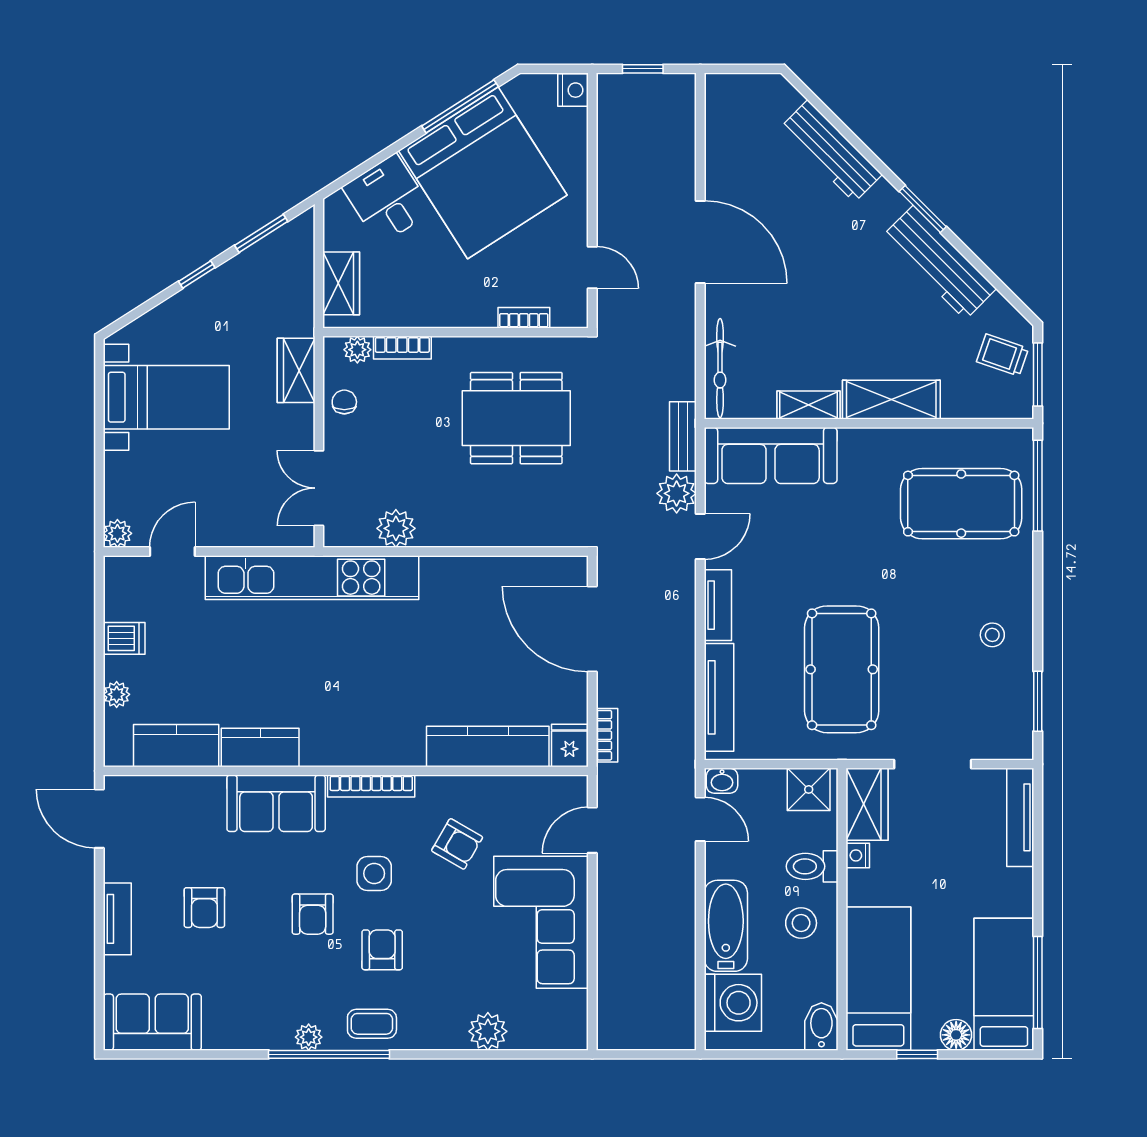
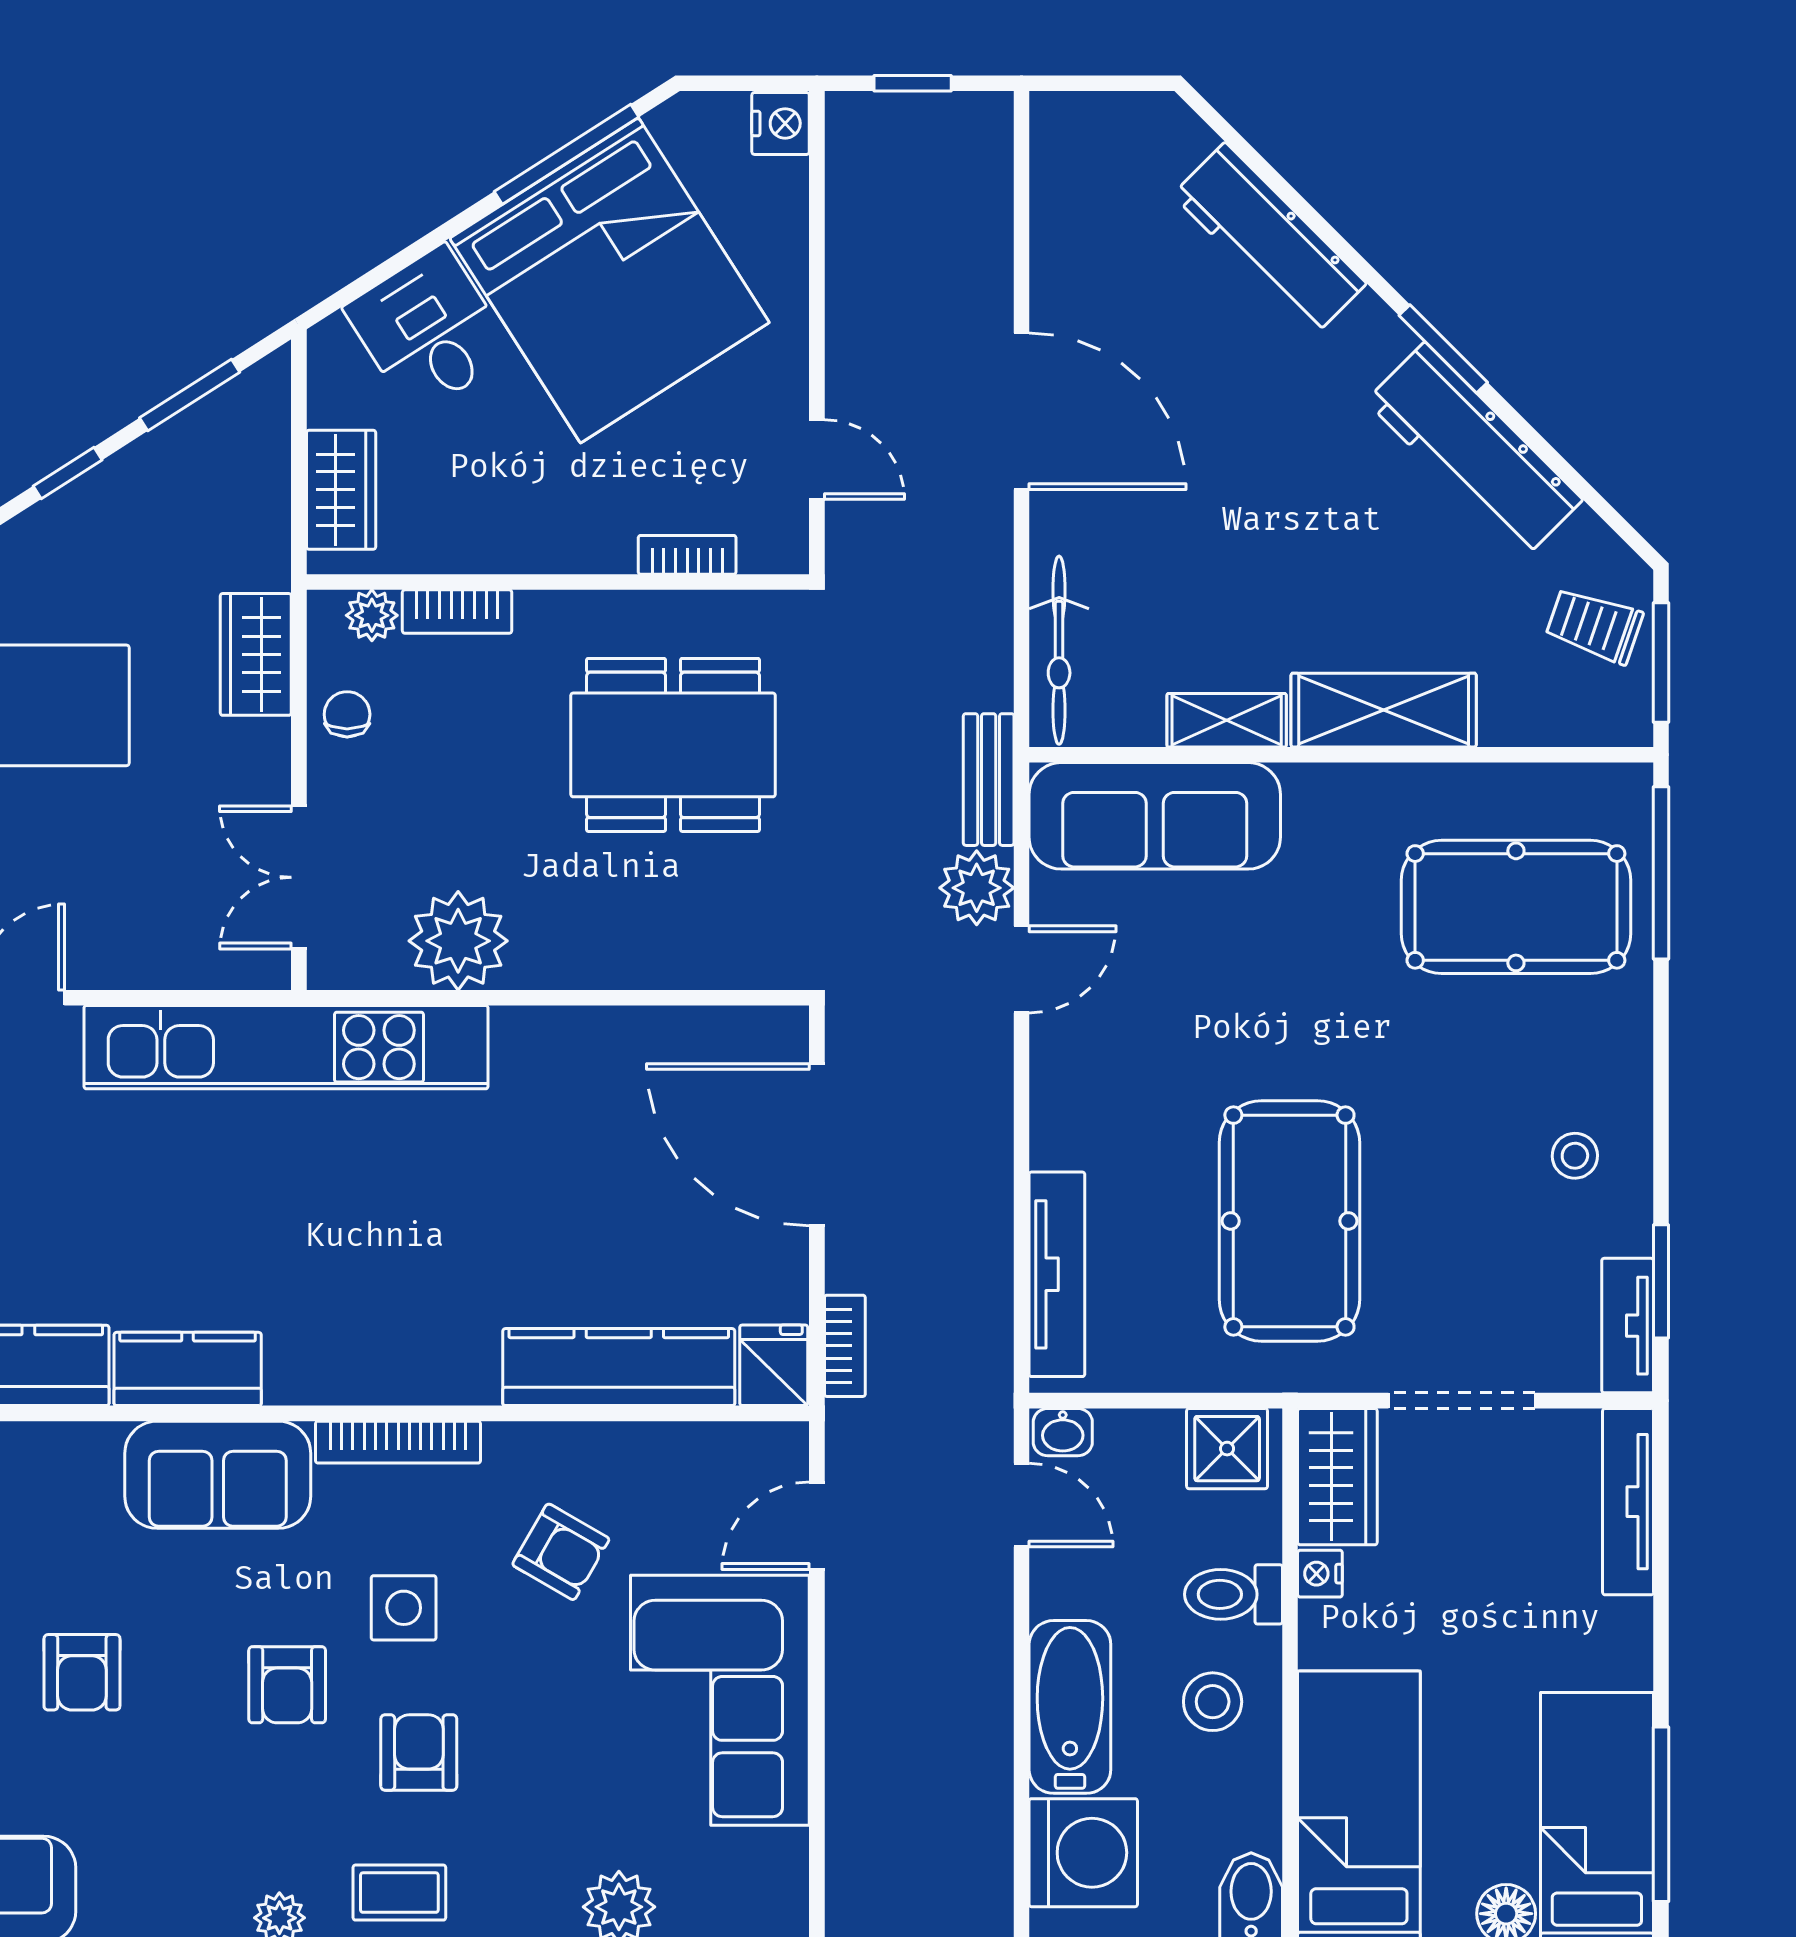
plant: (396, 528) -> (458, 941), width x1.36, depth x1.36
tv unit: (718, 605) -> (1628, 1326), moved, turned 180

